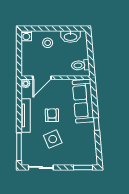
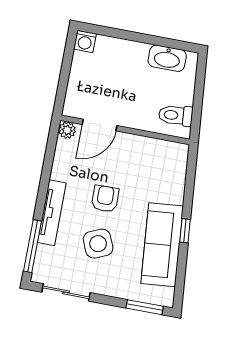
stool: (48, 43) -> (122, 62), removed
sofa: (83, 101) -> (162, 245), moved
tv unit: (26, 115) -> (52, 213), moved

